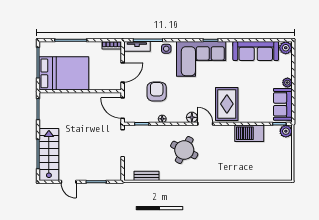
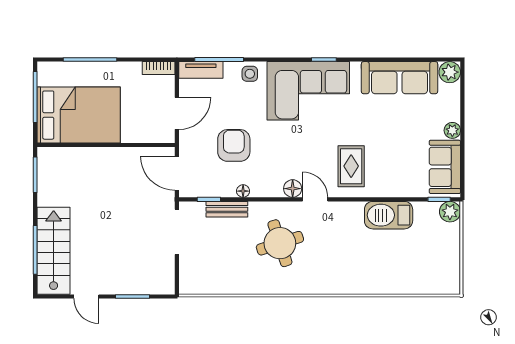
rug: (227, 104) -> (351, 166), width x0.73, depth x0.70
round table: (184, 150) -> (280, 243), turned 45
bench: (146, 176) -> (227, 209), moved

